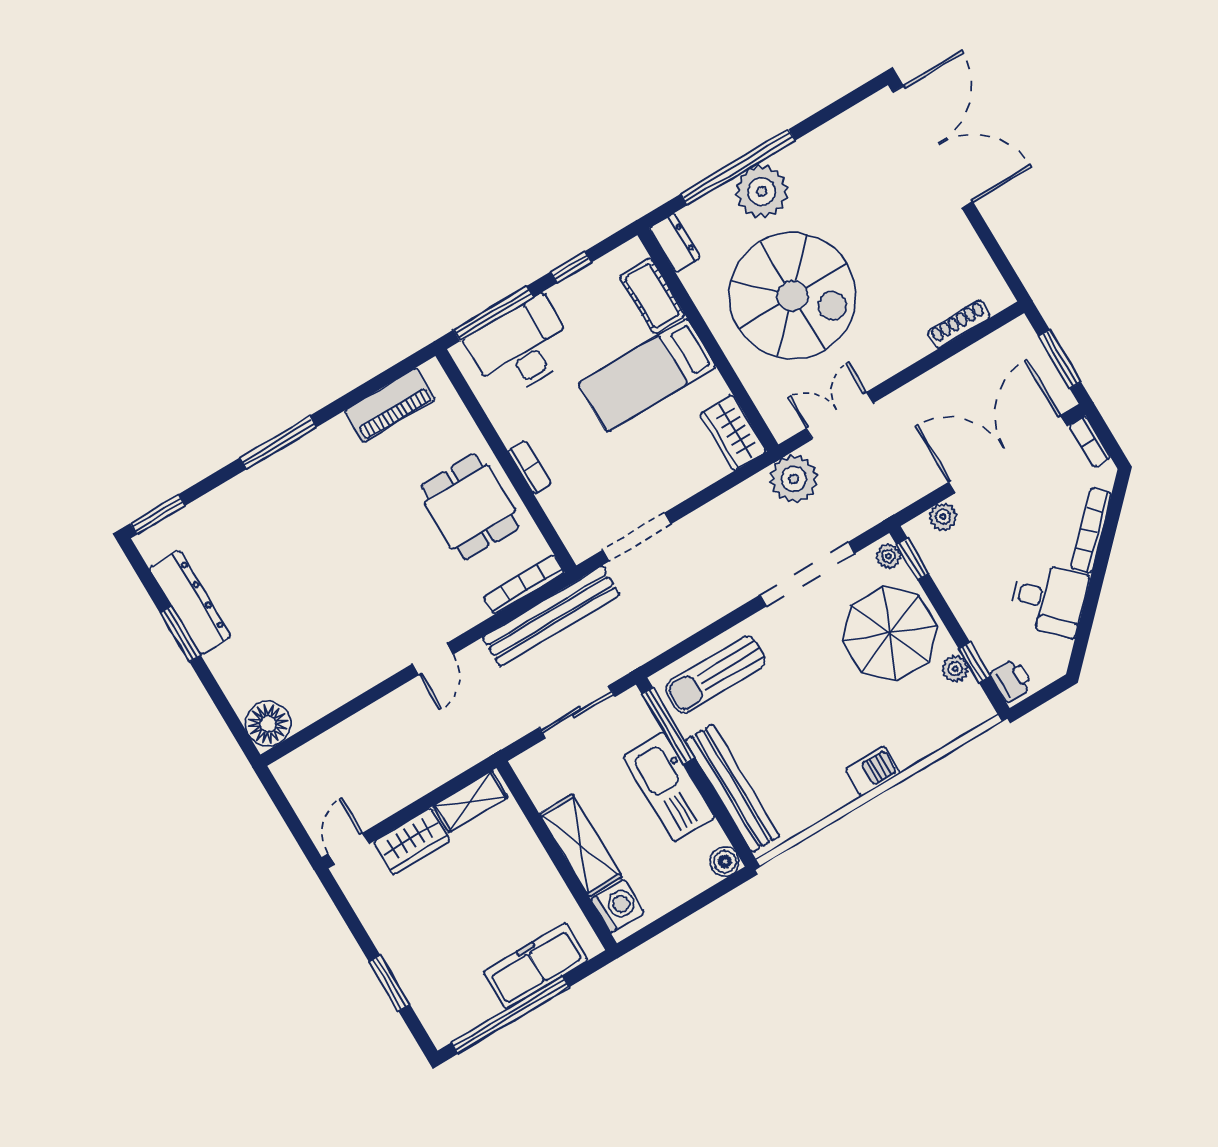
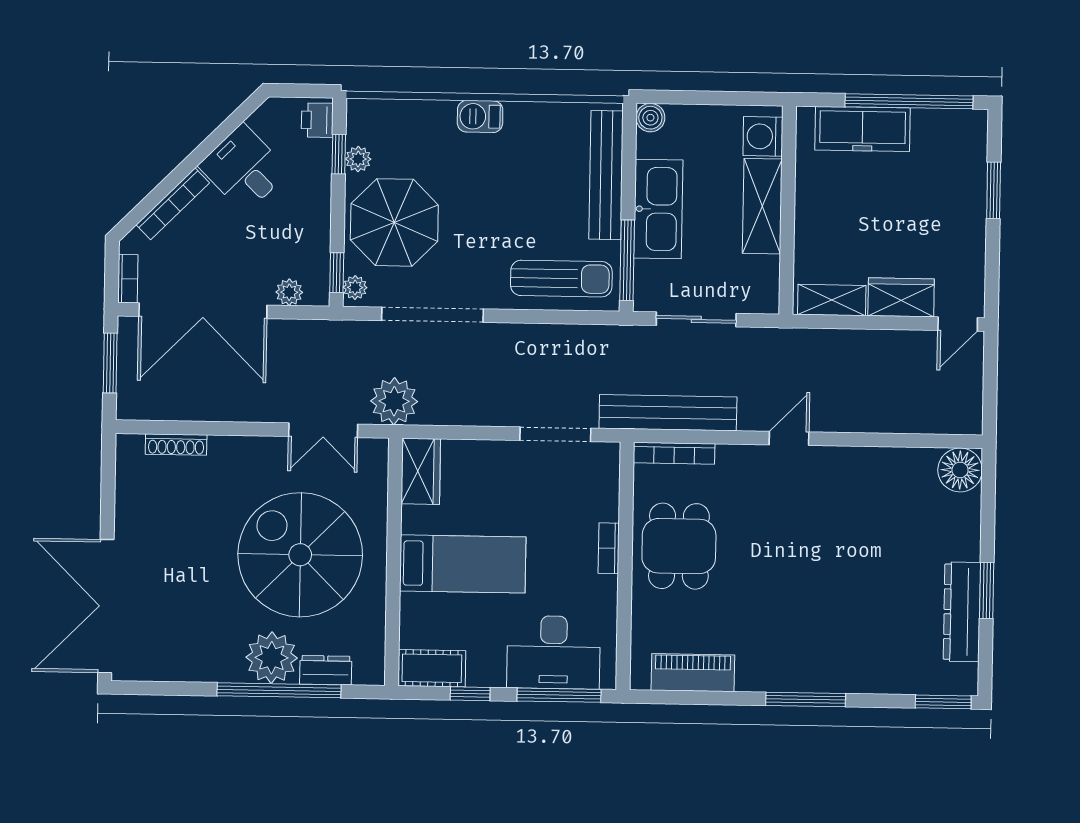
dresser: (675, 243) -> (326, 670), moved, turned 90
cot: (652, 296) -> (432, 668), moved, turned 90

